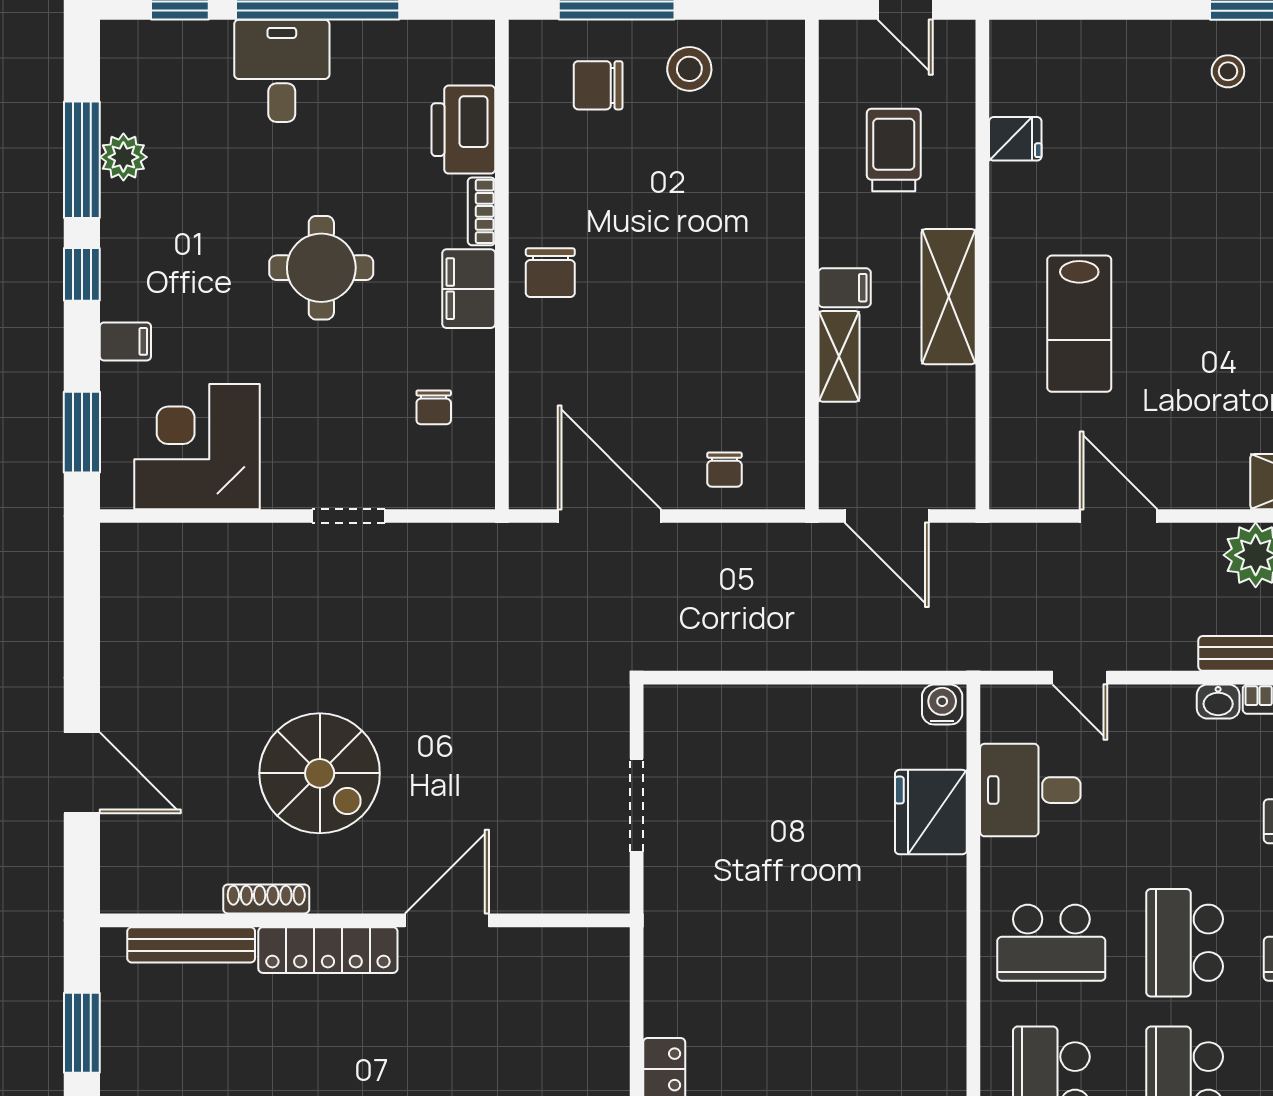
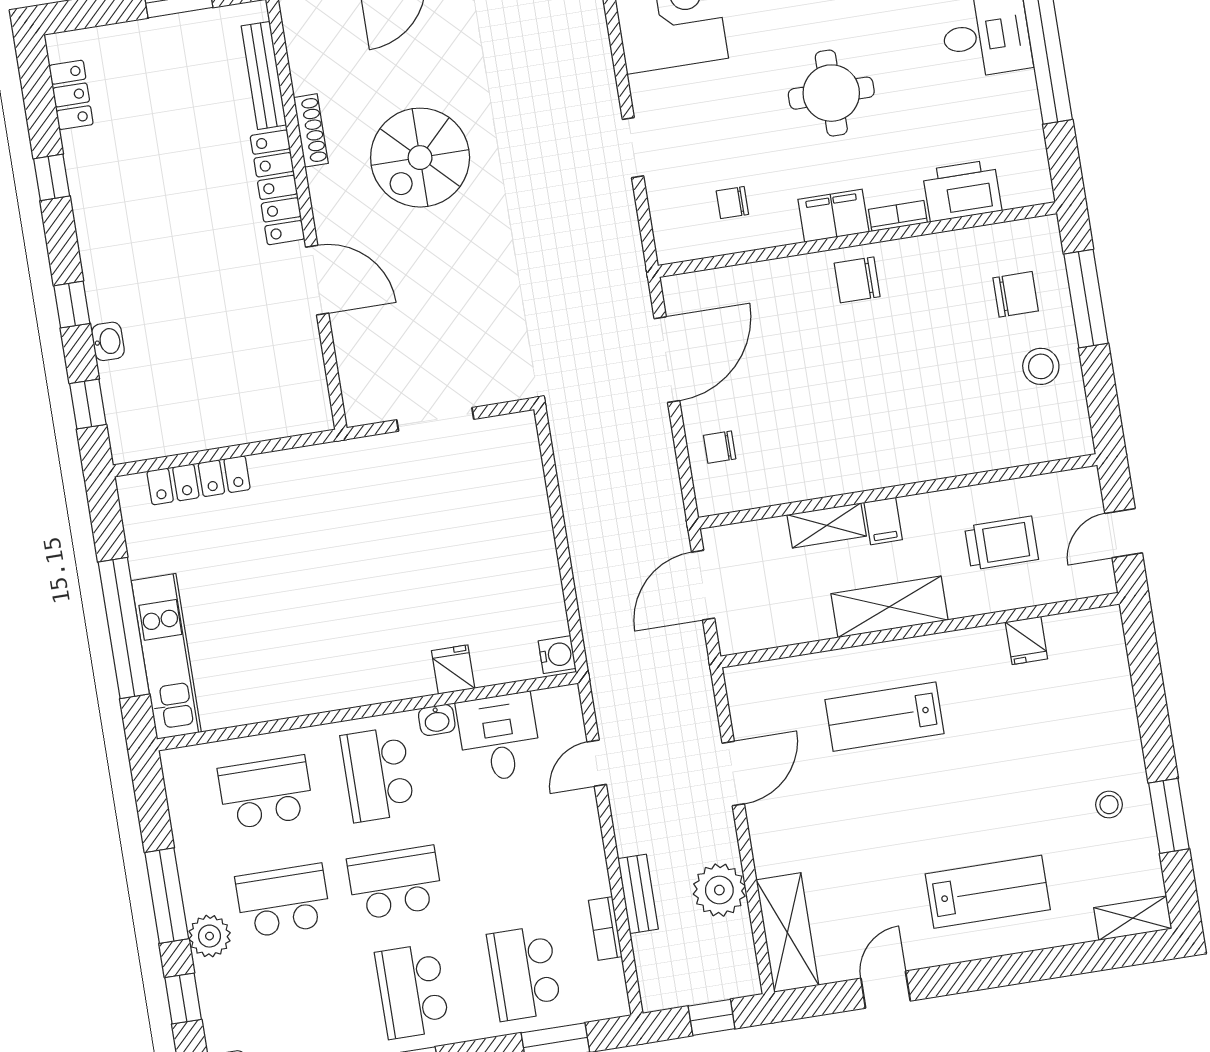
chair: (598, 85) -> (1016, 294), turned 90
washbasin: (1218, 702) -> (437, 720), moved, turned -90
fridge: (931, 812) -> (453, 669), width x0.53, depth x0.75

